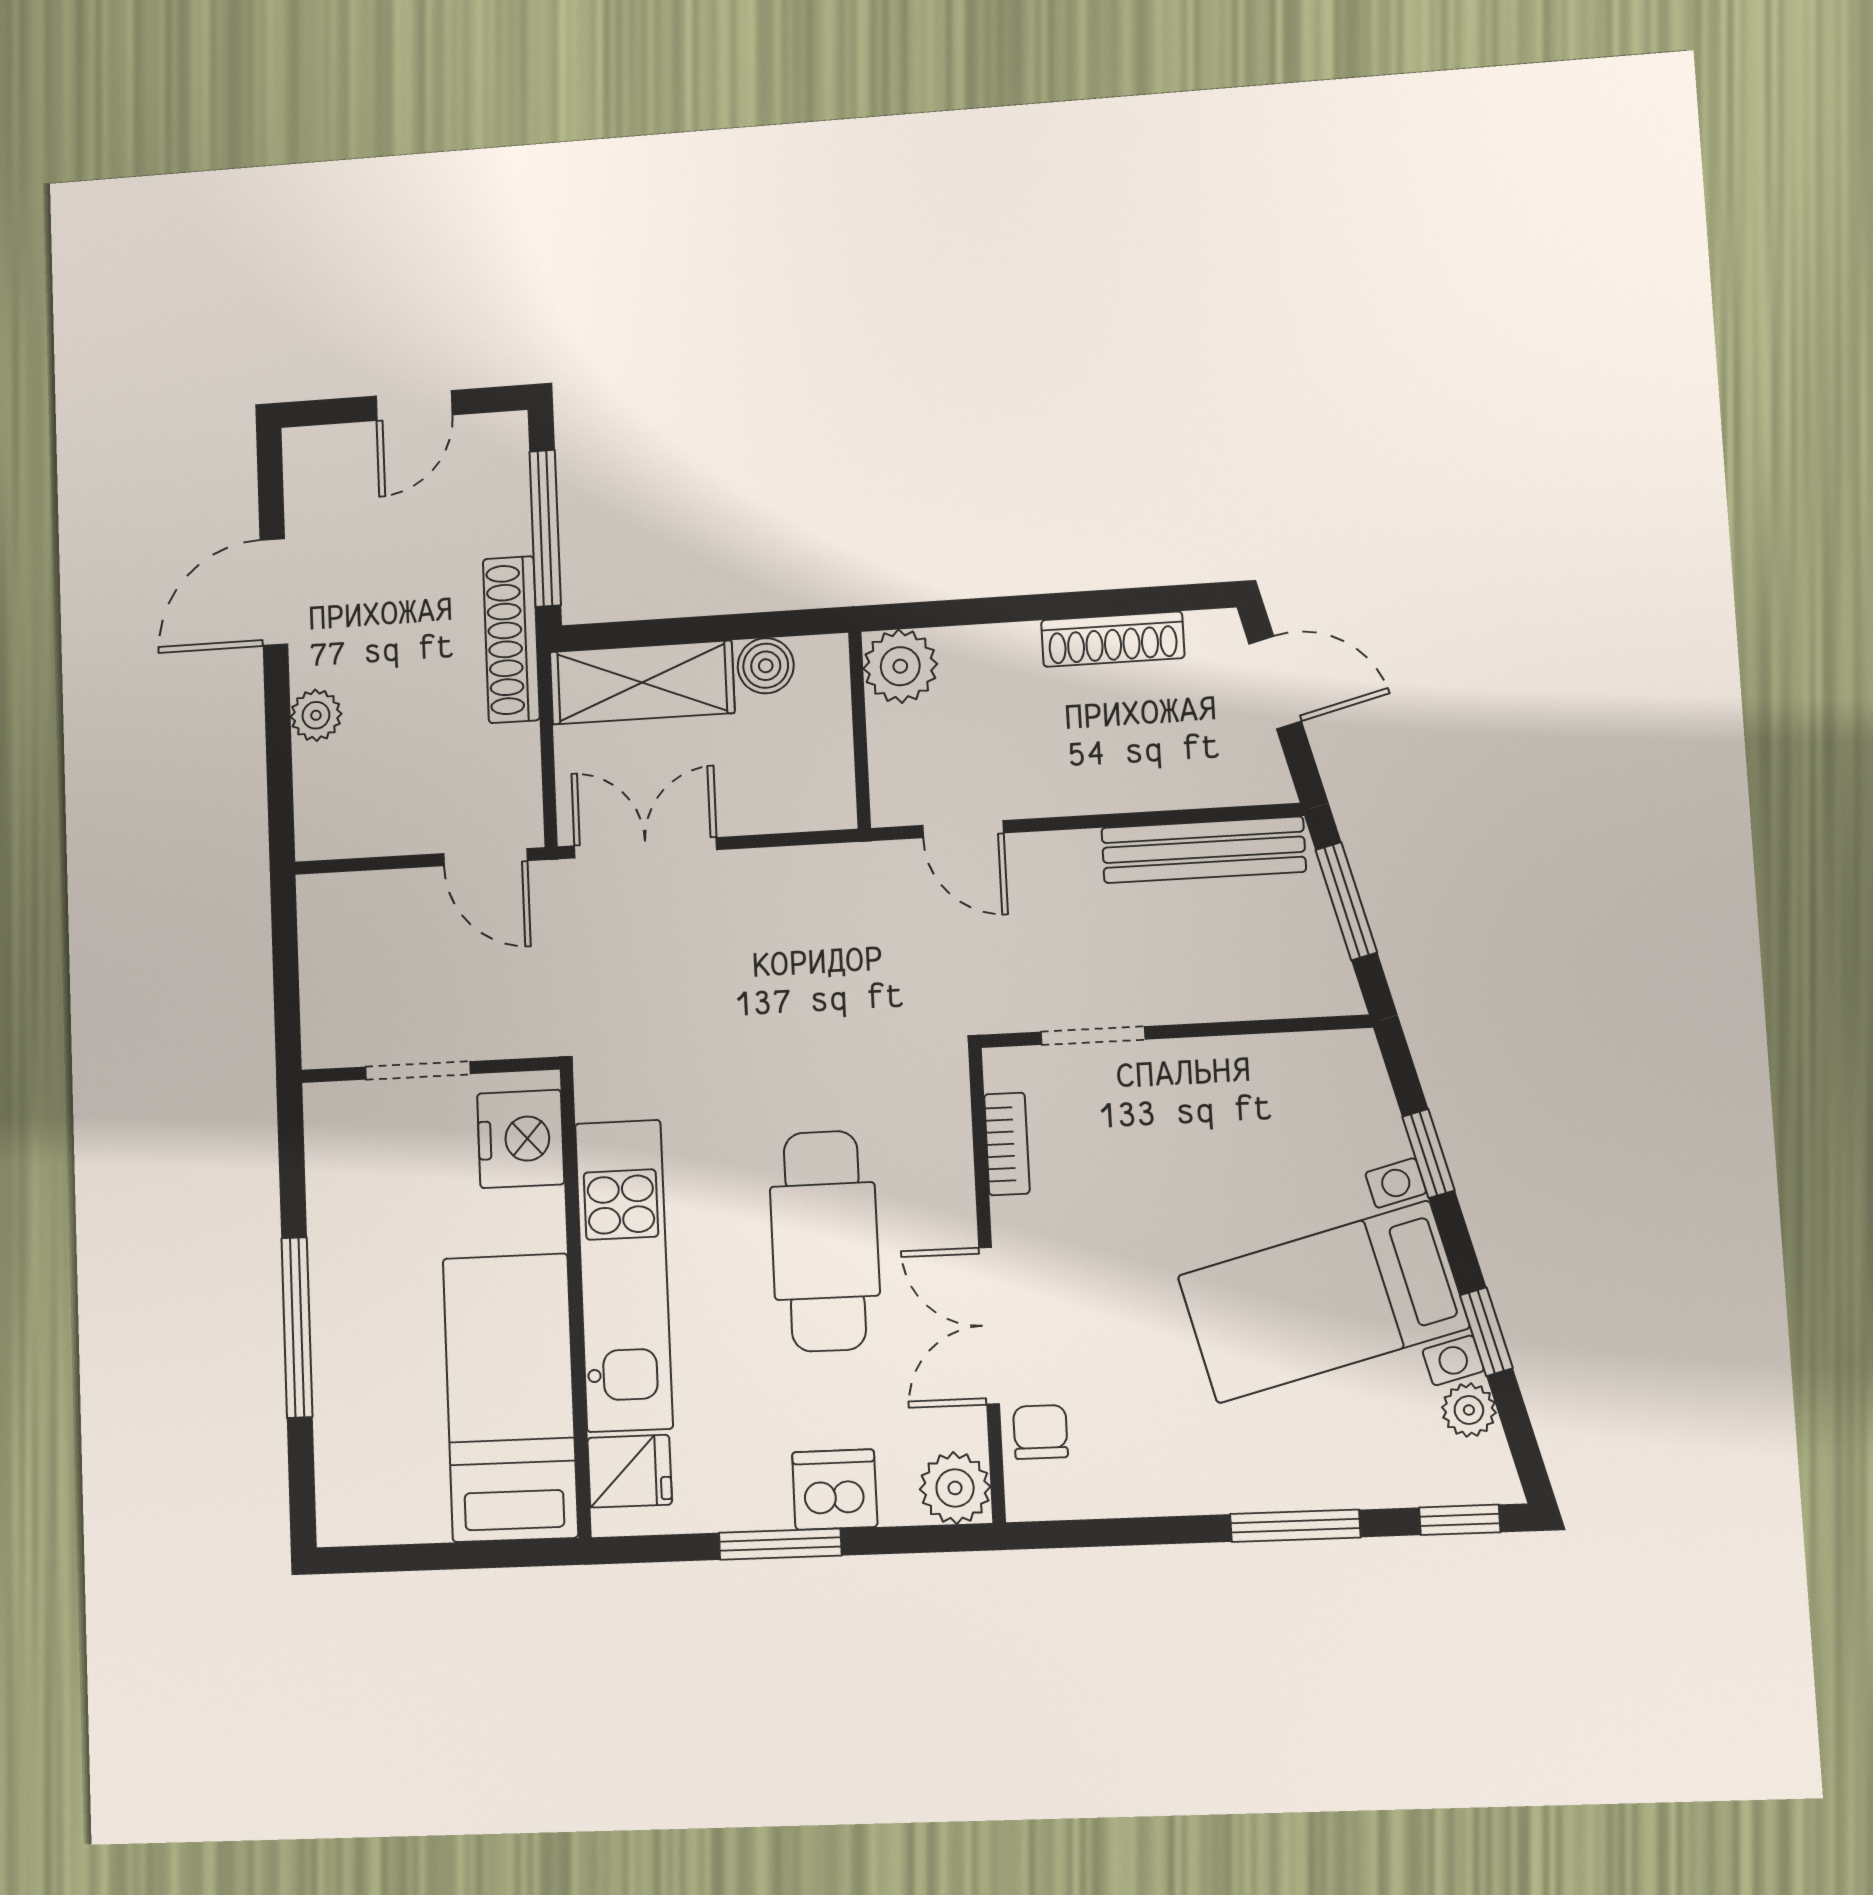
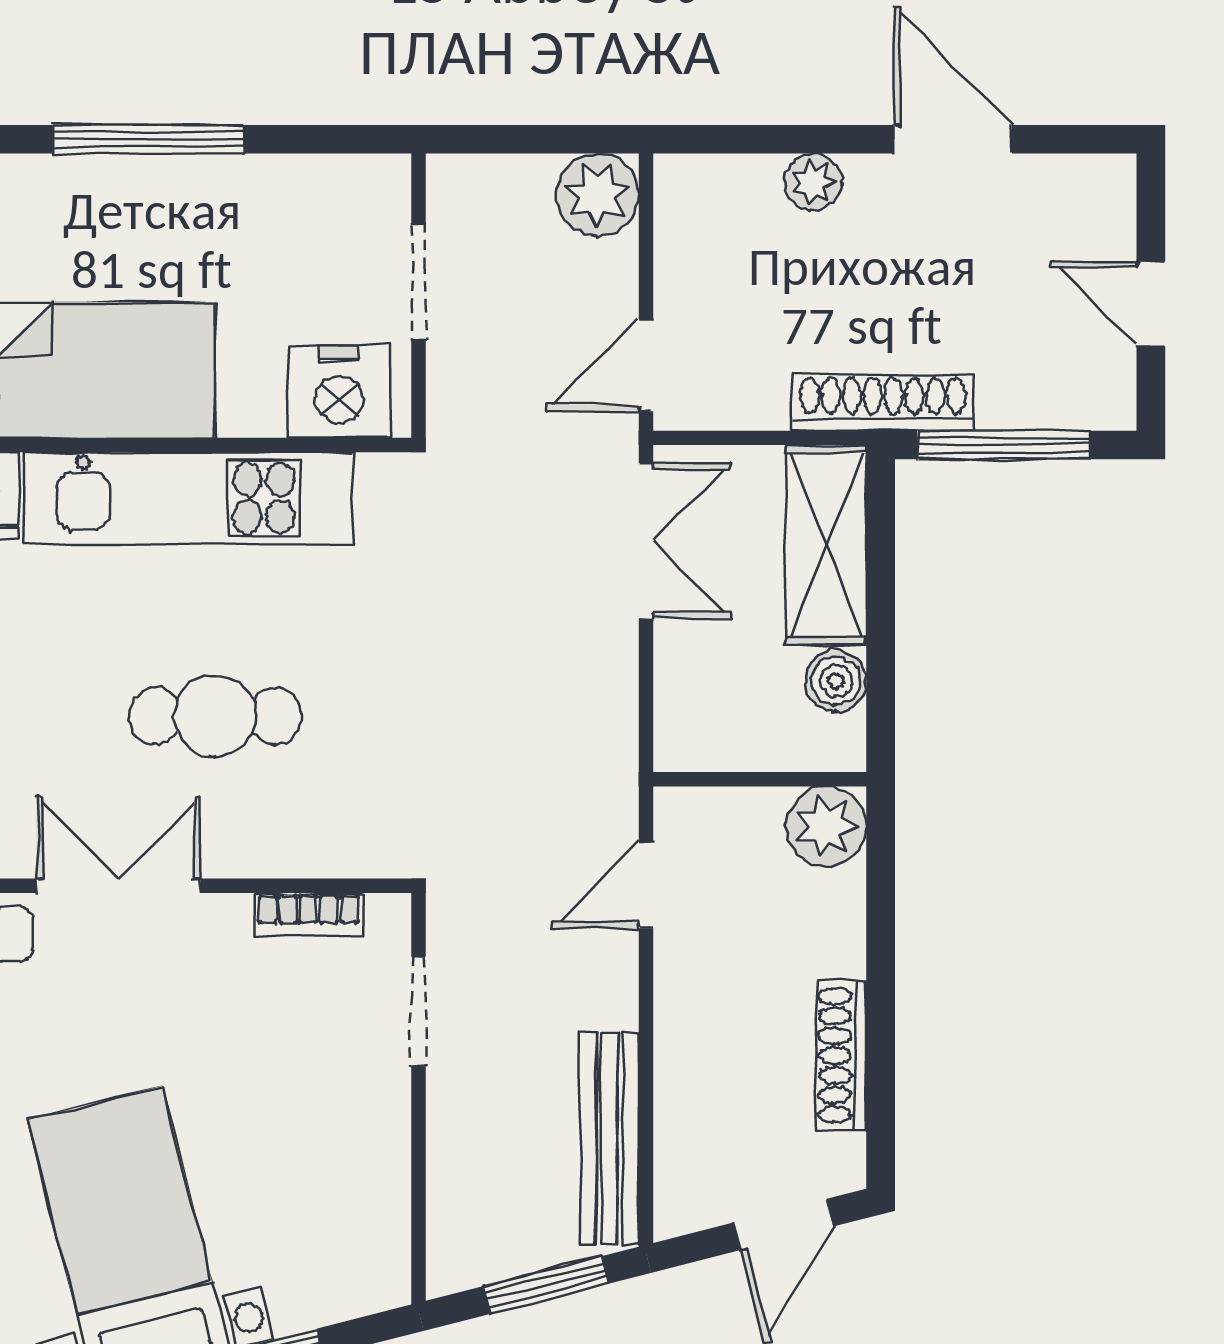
plant: (334, 910) -> (598, 195), added
cafe table: (825, 1241) -> (215, 716), width x0.73, depth x0.74

